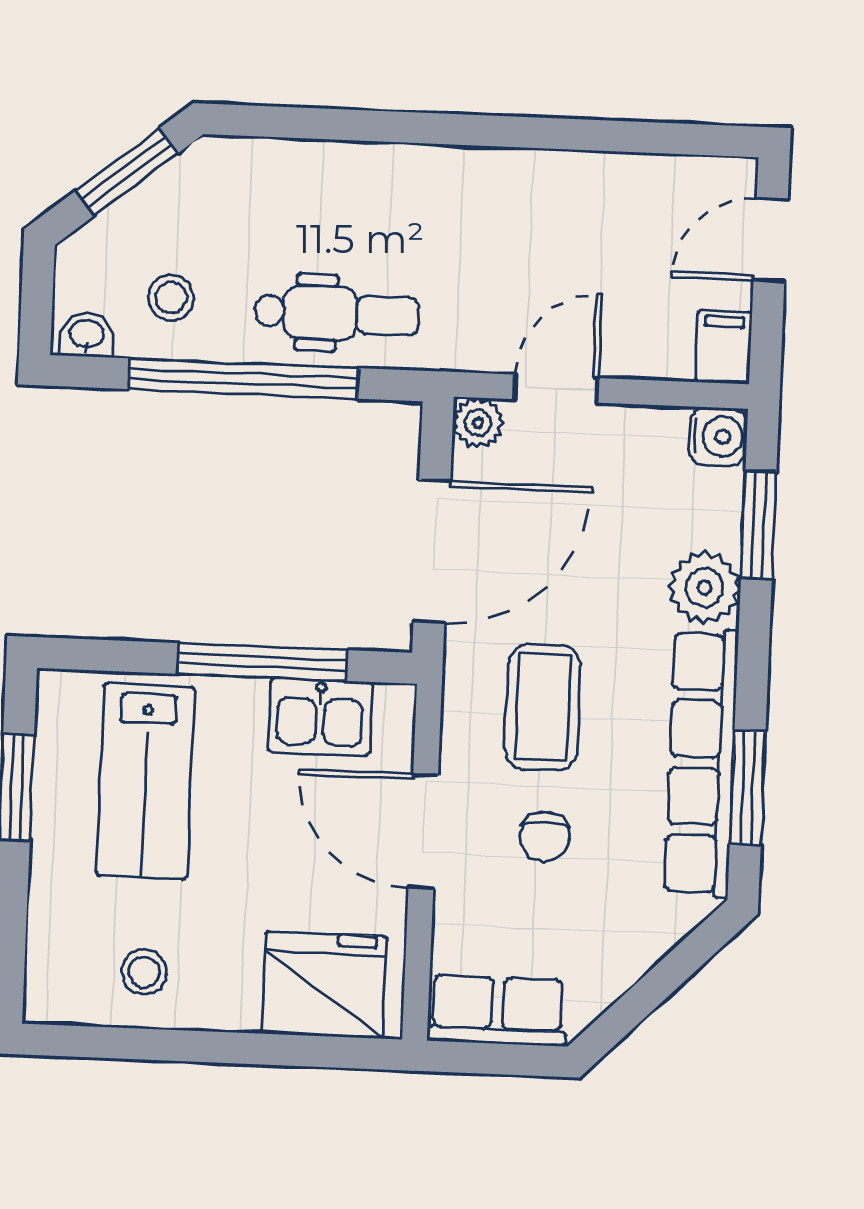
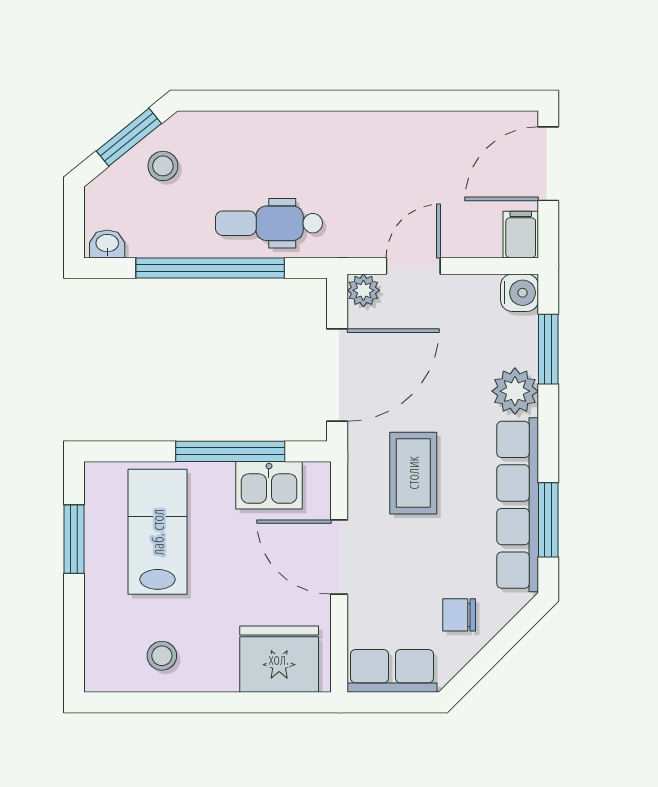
door: (771, 240) -> (548, 164), width x1.38
stool: (171, 298) -> (163, 166), moved
dental chair: (337, 313) -> (269, 223), turned 180
lab bench: (145, 781) -> (158, 532), turned 180
chair: (544, 837) -> (459, 615), moved, turned 90

